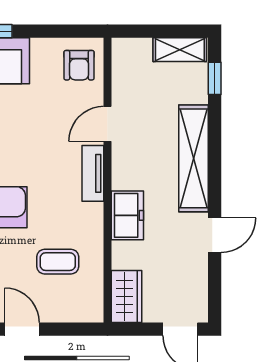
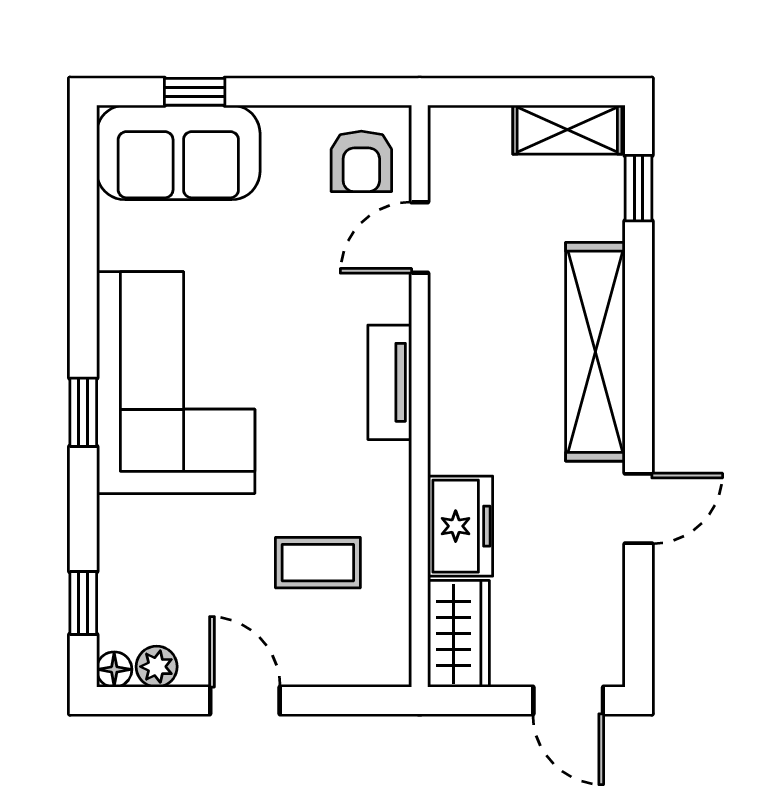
door: (108, 124) -> (420, 238), moved
freezer: (127, 215) -> (460, 526), moved

